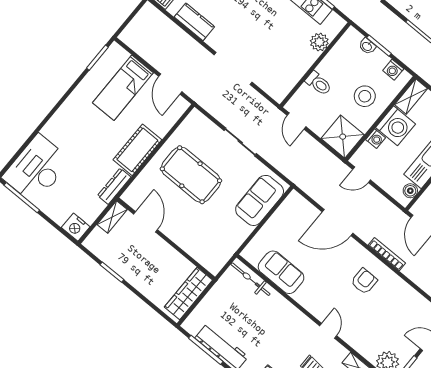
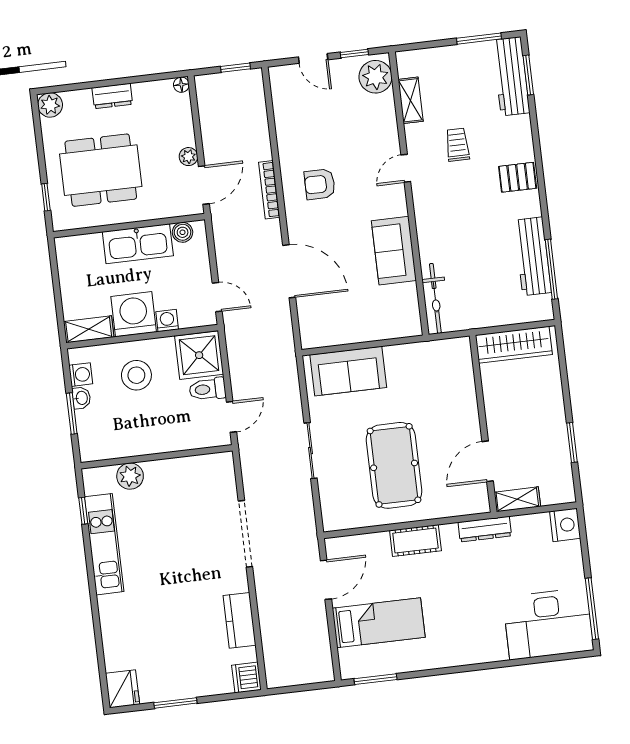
washbasin: (367, 46) -> (81, 398), moved
toilet: (318, 83) -> (207, 389), moved, turned -90
cot: (137, 150) -> (415, 541), width x0.73, depth x0.75
sofa: (281, 272) -> (394, 251), moved

